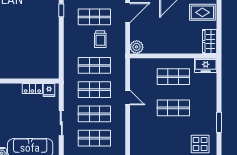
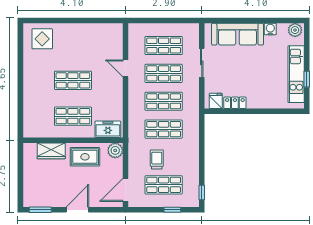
rug: (202, 12) -> (85, 157), moved
wardrobe: (210, 41) -> (51, 151), moved, turned 90
freezer: (206, 65) -> (108, 129), moved
door: (128, 98) -> (126, 68), moved
window: (219, 122) -> (20, 64), removed

